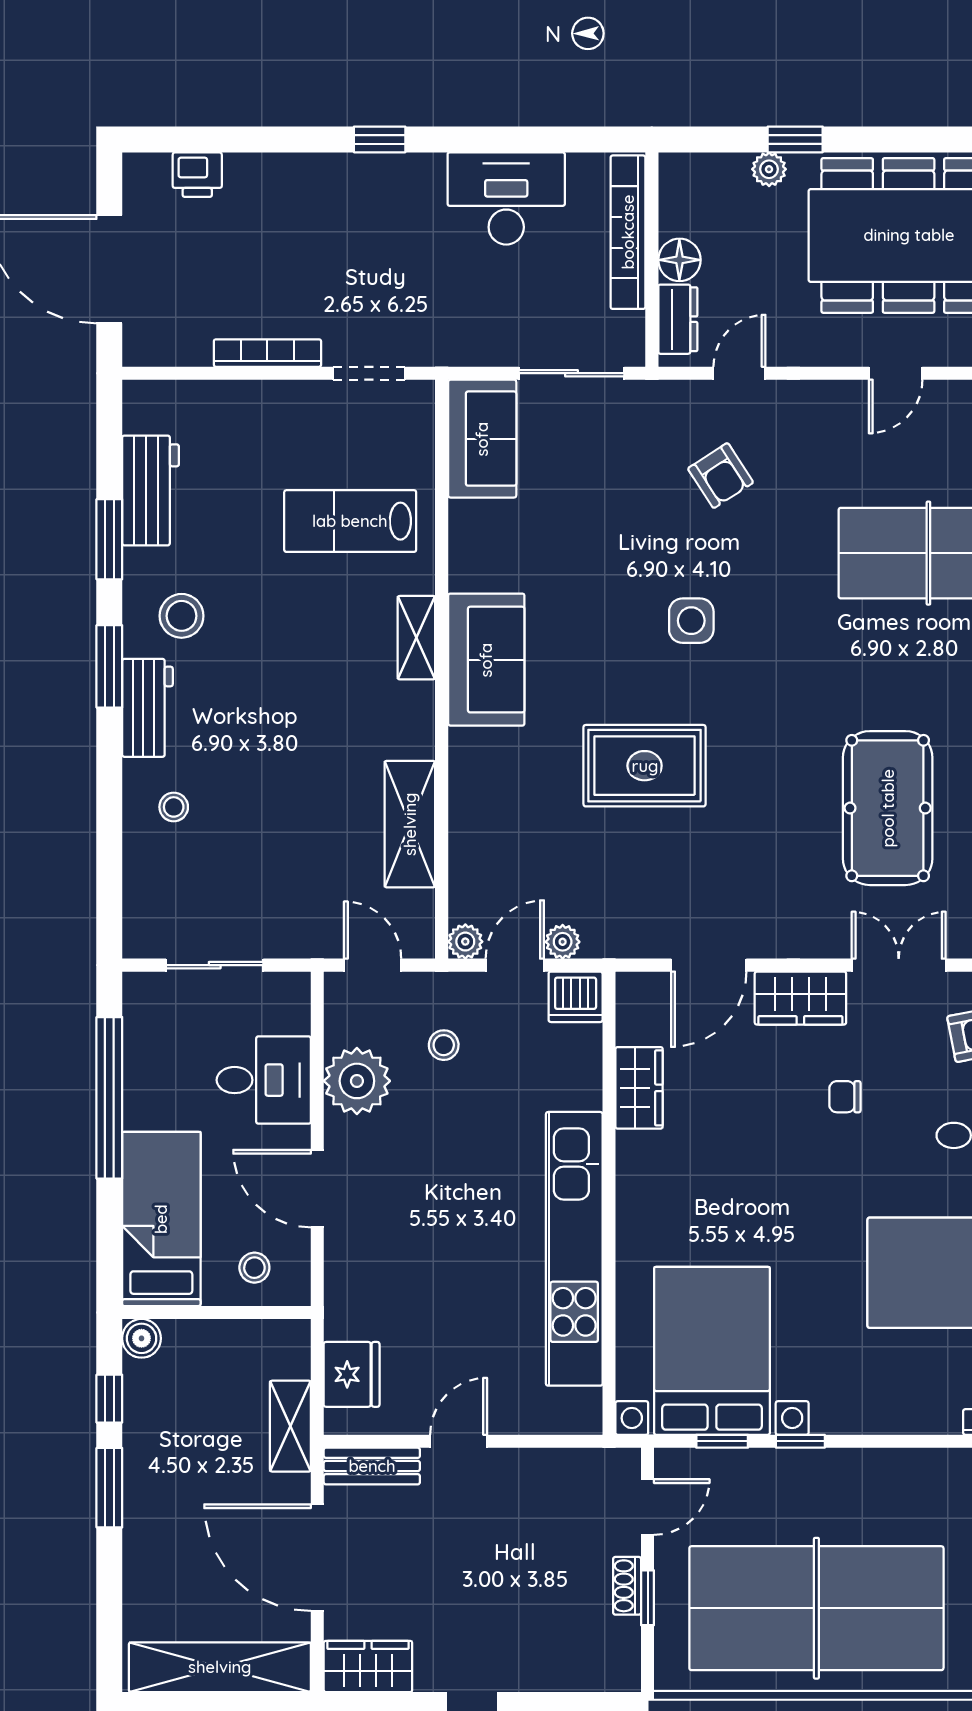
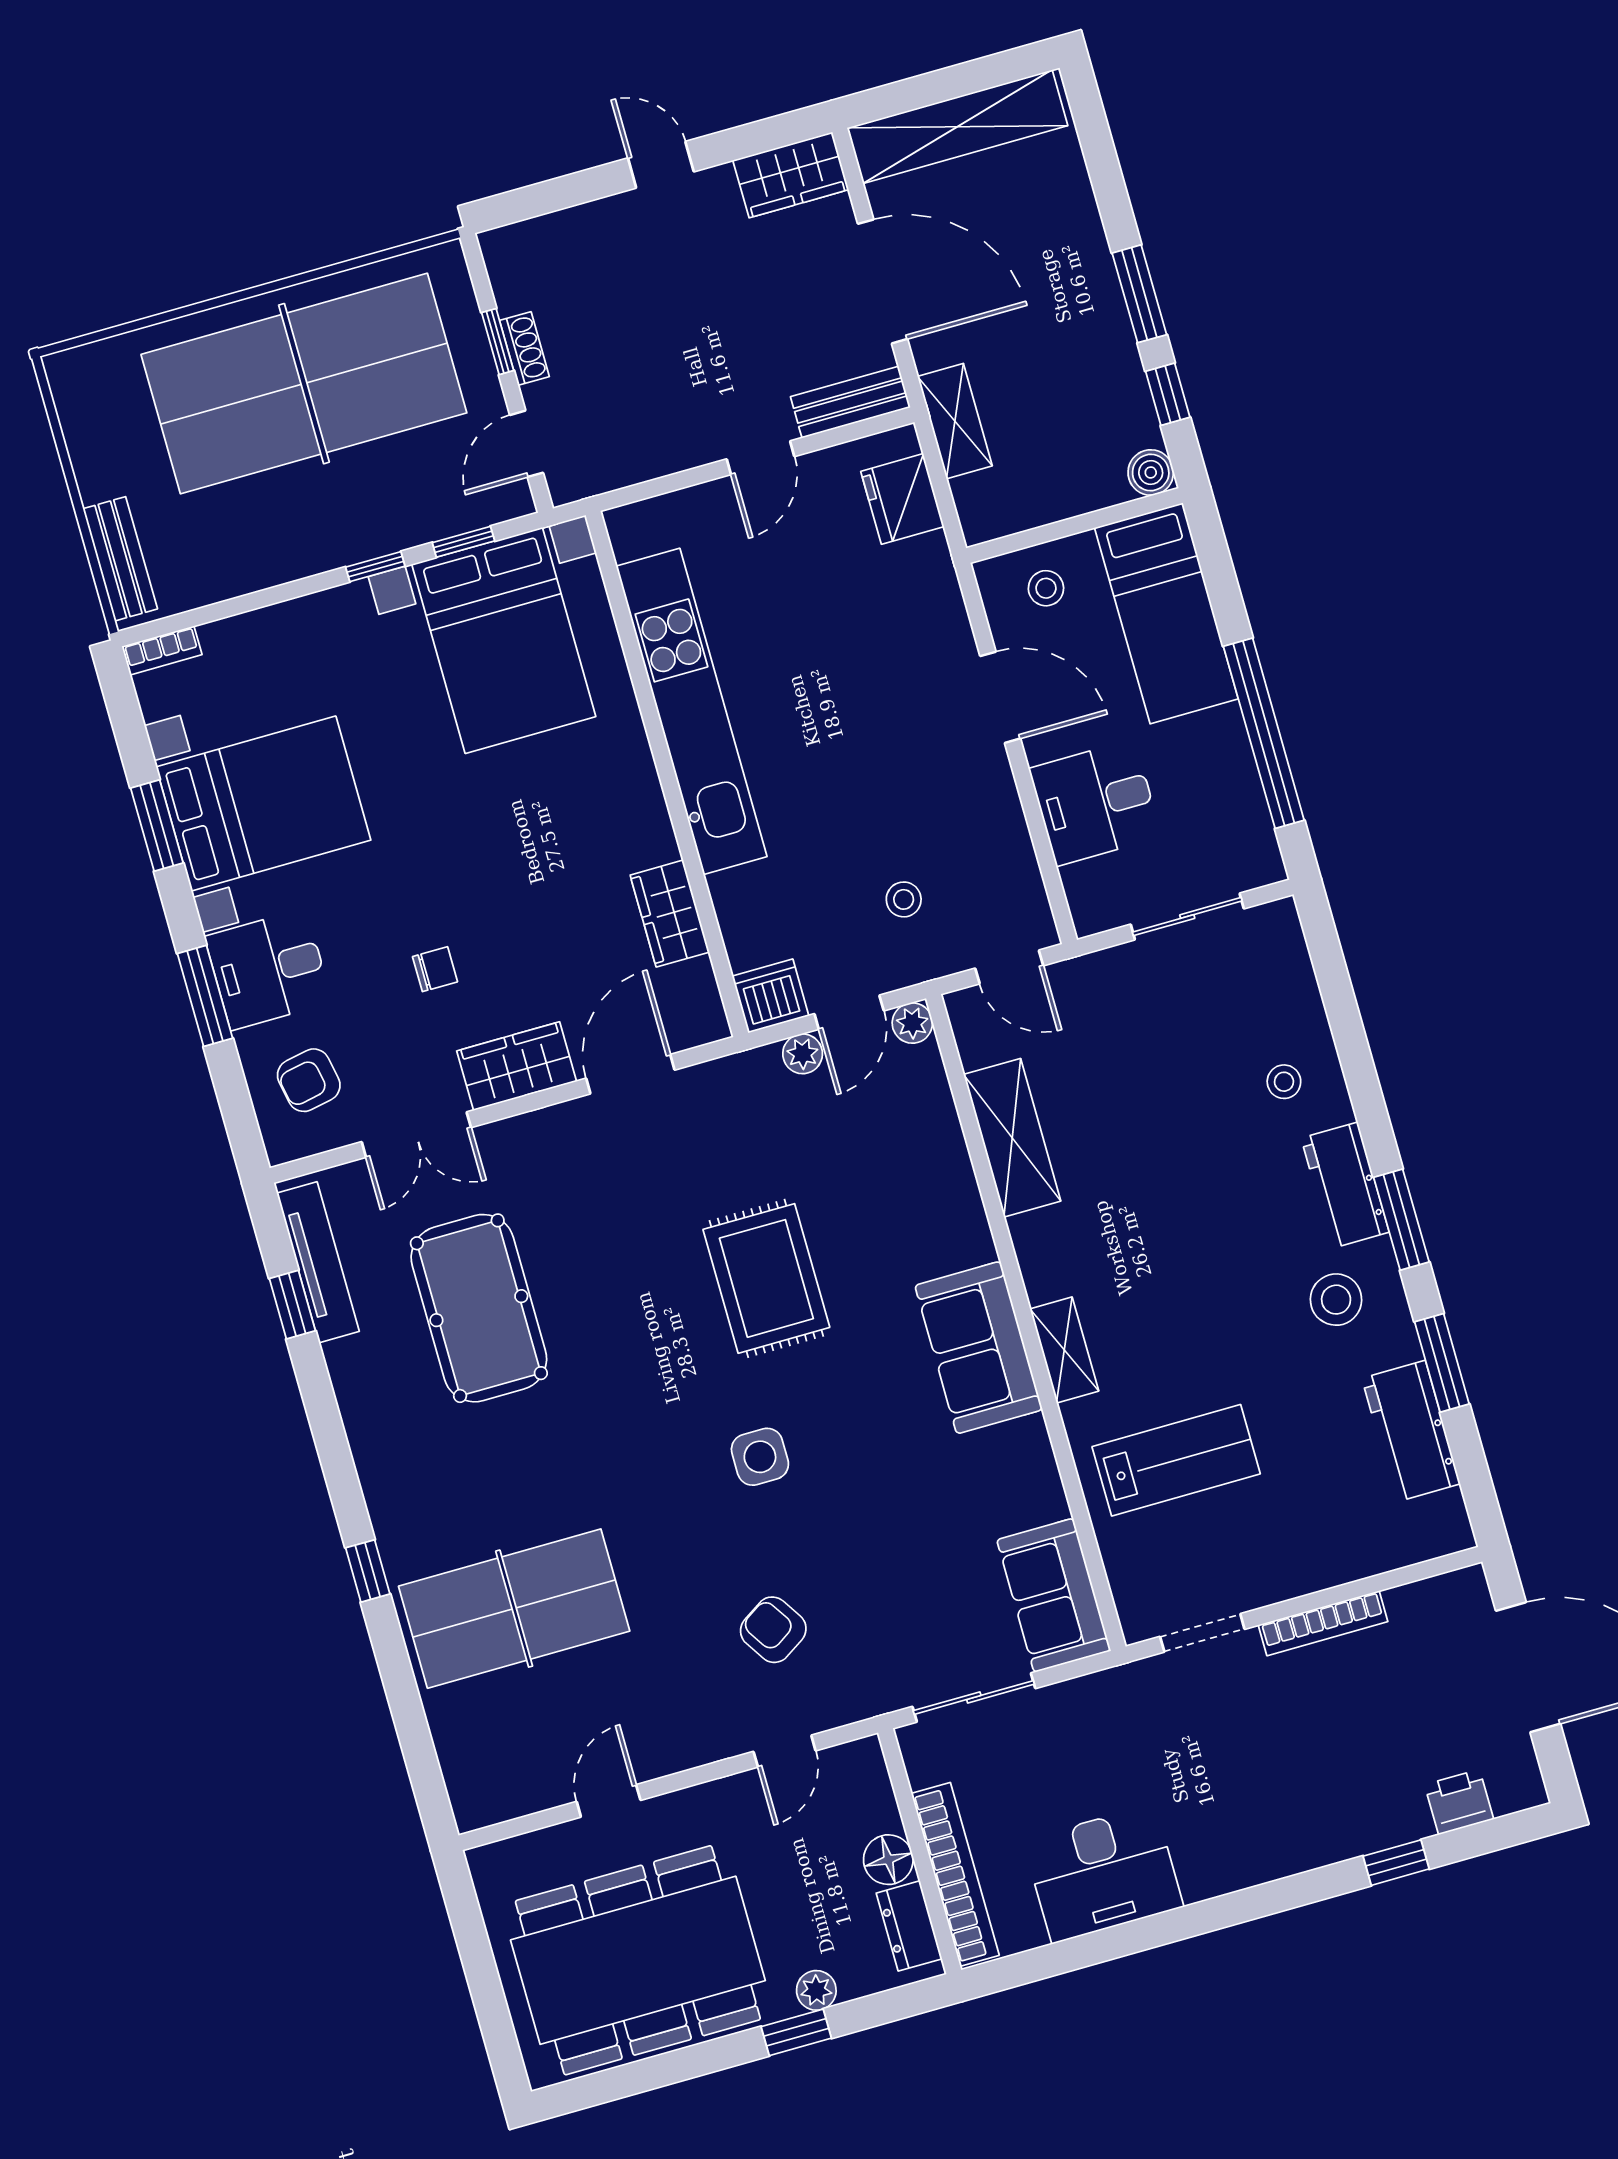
window: (380, 139) -> (1396, 1863), moved
dresser: (678, 319) -> (909, 1926), moved
rug: (645, 766) -> (766, 1278), turned 90
plant: (357, 1081) -> (990, 831), removed

